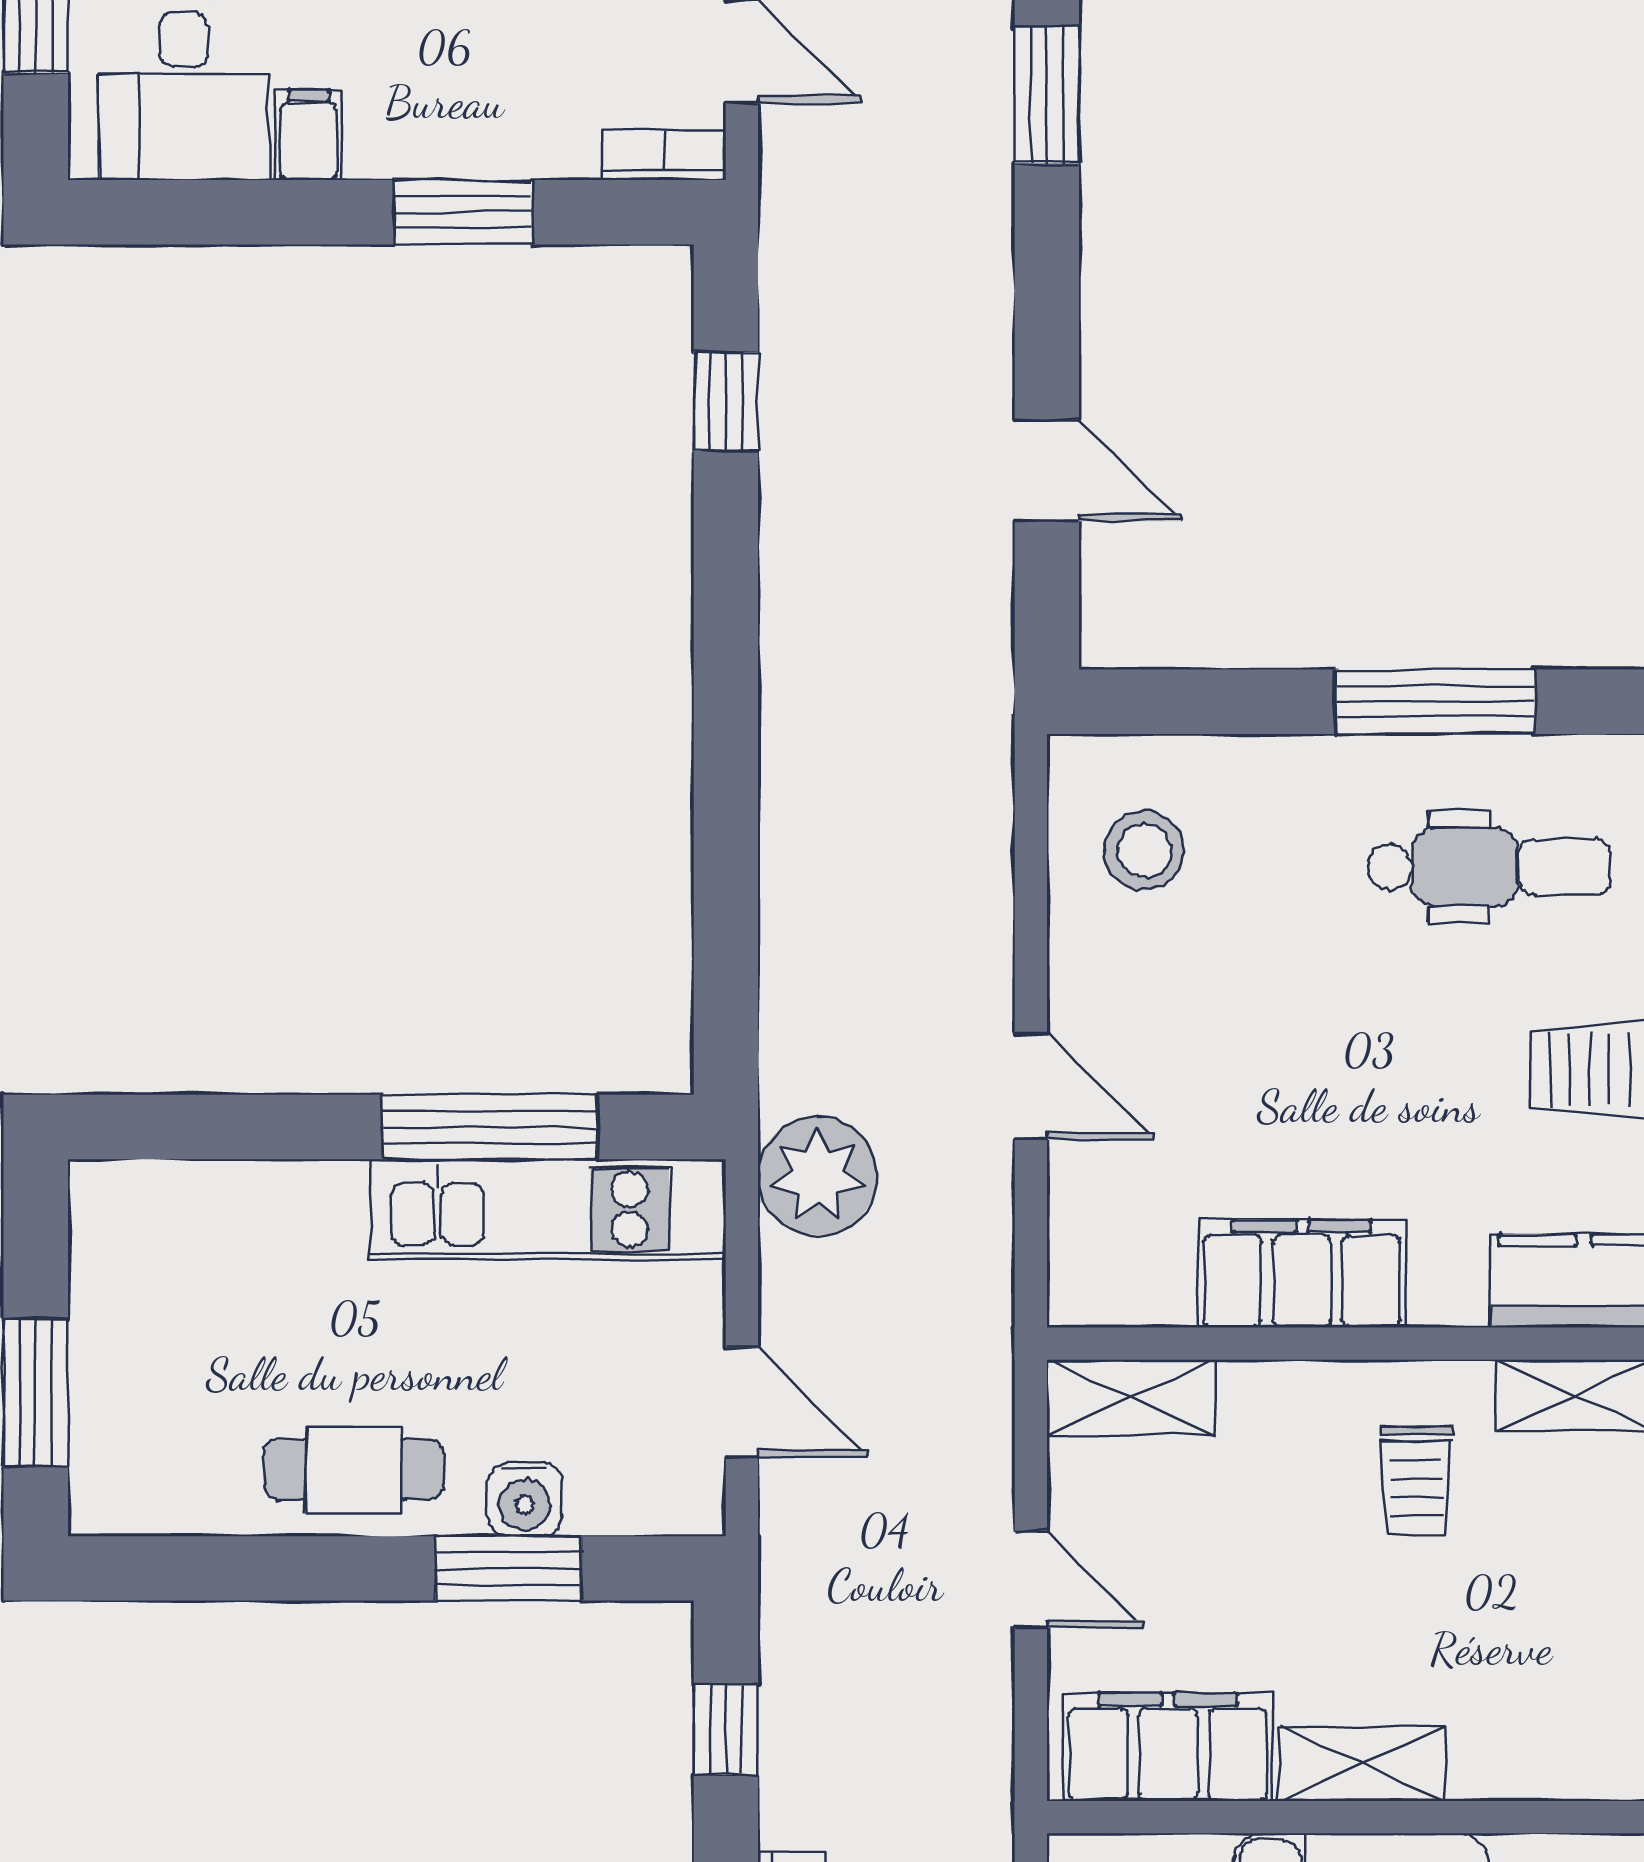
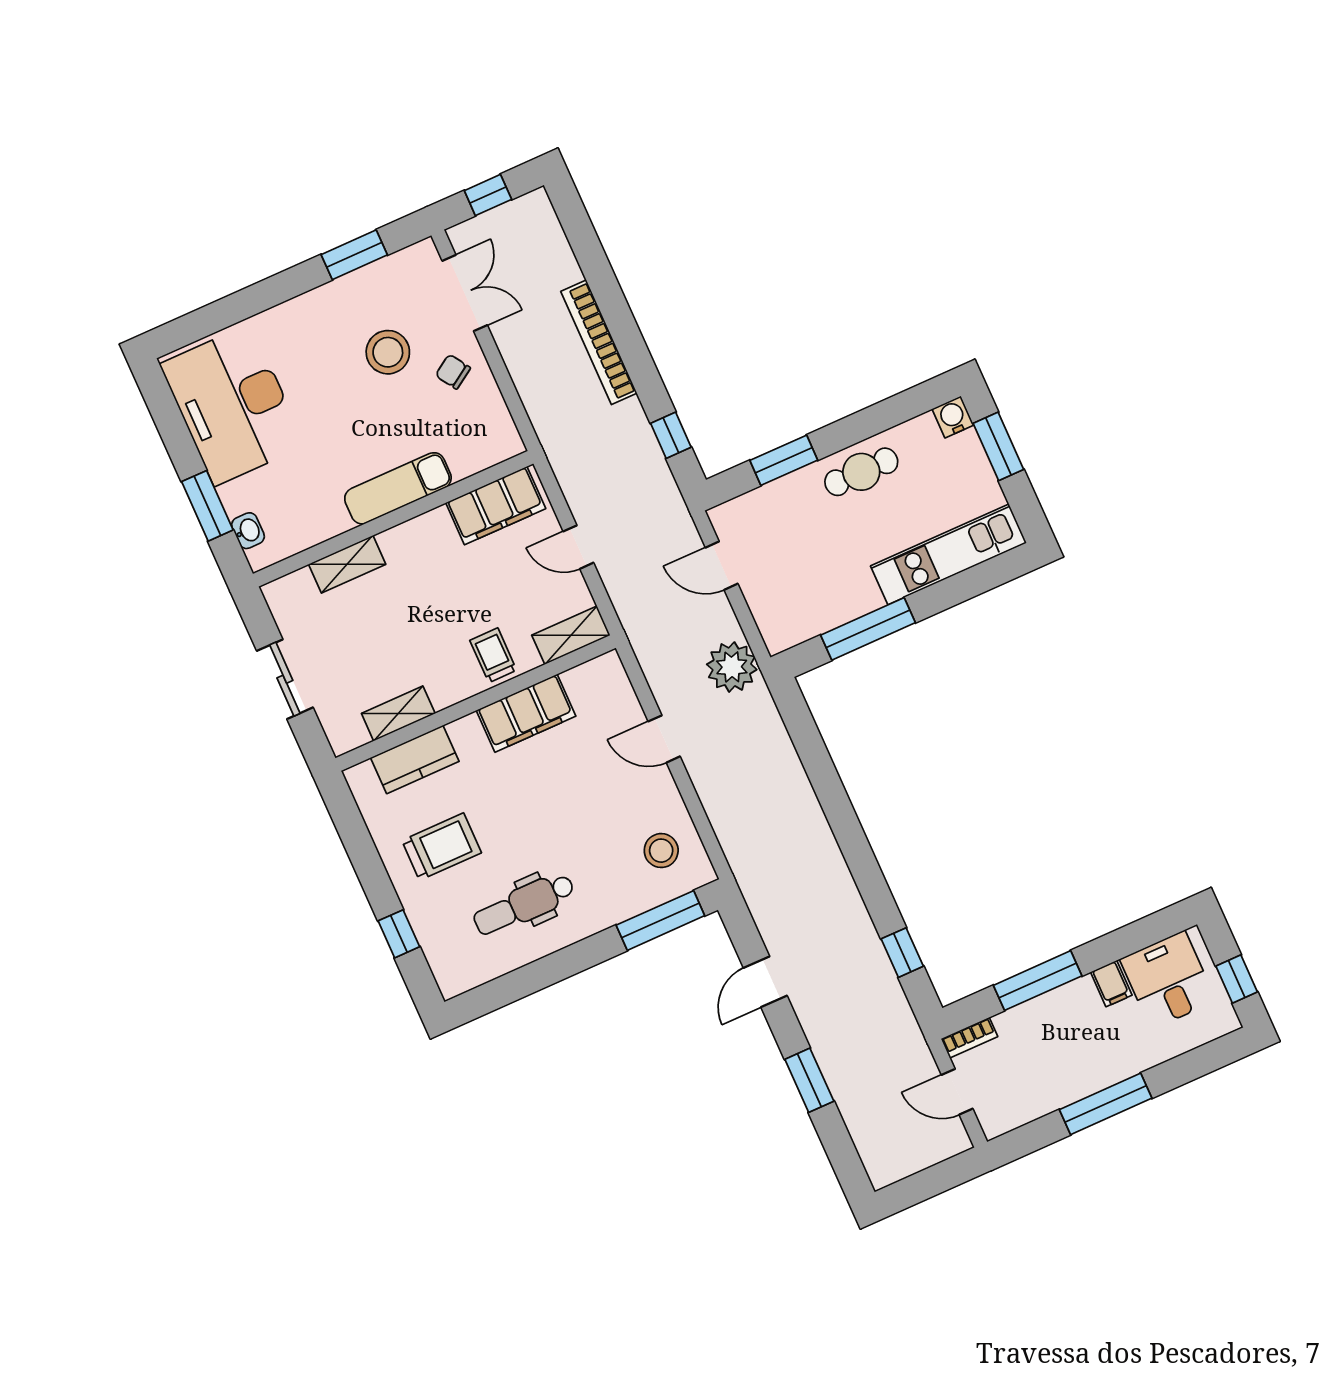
window: (1047, 95) -> (809, 1080), moved
window: (463, 212) -> (1038, 981), width x1.44
door: (1047, 470) -> (765, 982), hinge flipped
window: (1435, 702) -> (660, 920), moved
kitchen unit: (548, 1209) -> (949, 554), moved
trolley: (1416, 1480) -> (493, 655), moved
water cooler: (525, 1499) -> (953, 417), moved
shelving: (1362, 1764) -> (347, 564), moved

